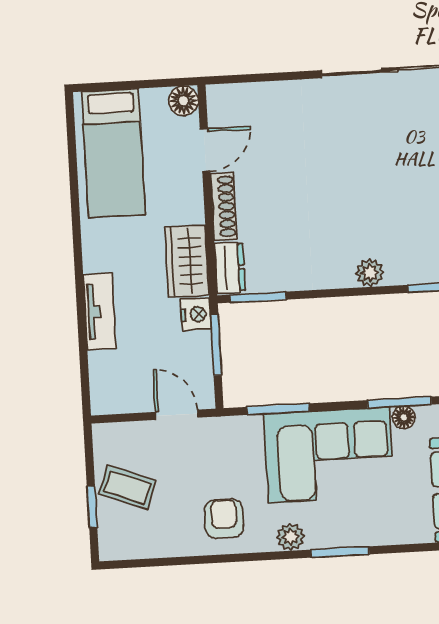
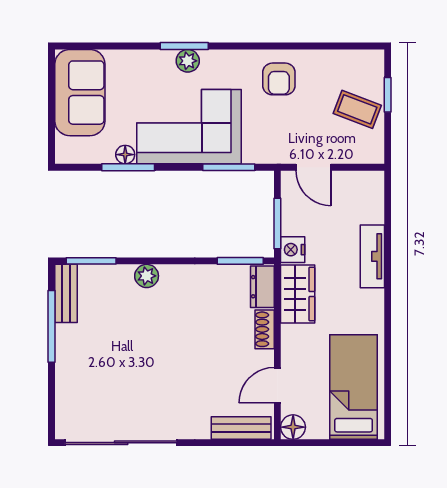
bench: (246, 96) -> (241, 428), added
shoe rack: (224, 206) -> (265, 329), width x0.70
plant: (290, 537) -> (188, 61), moved

